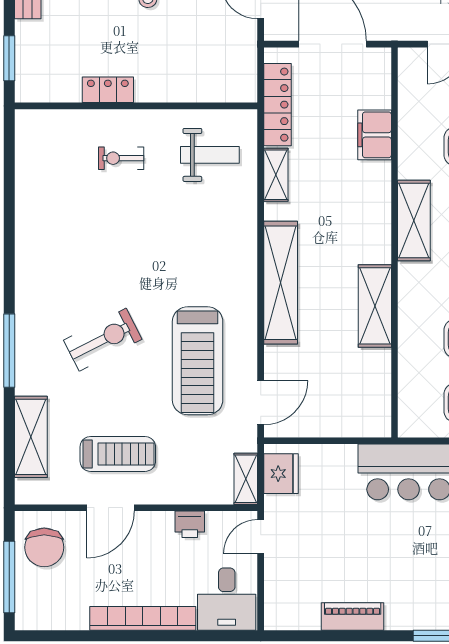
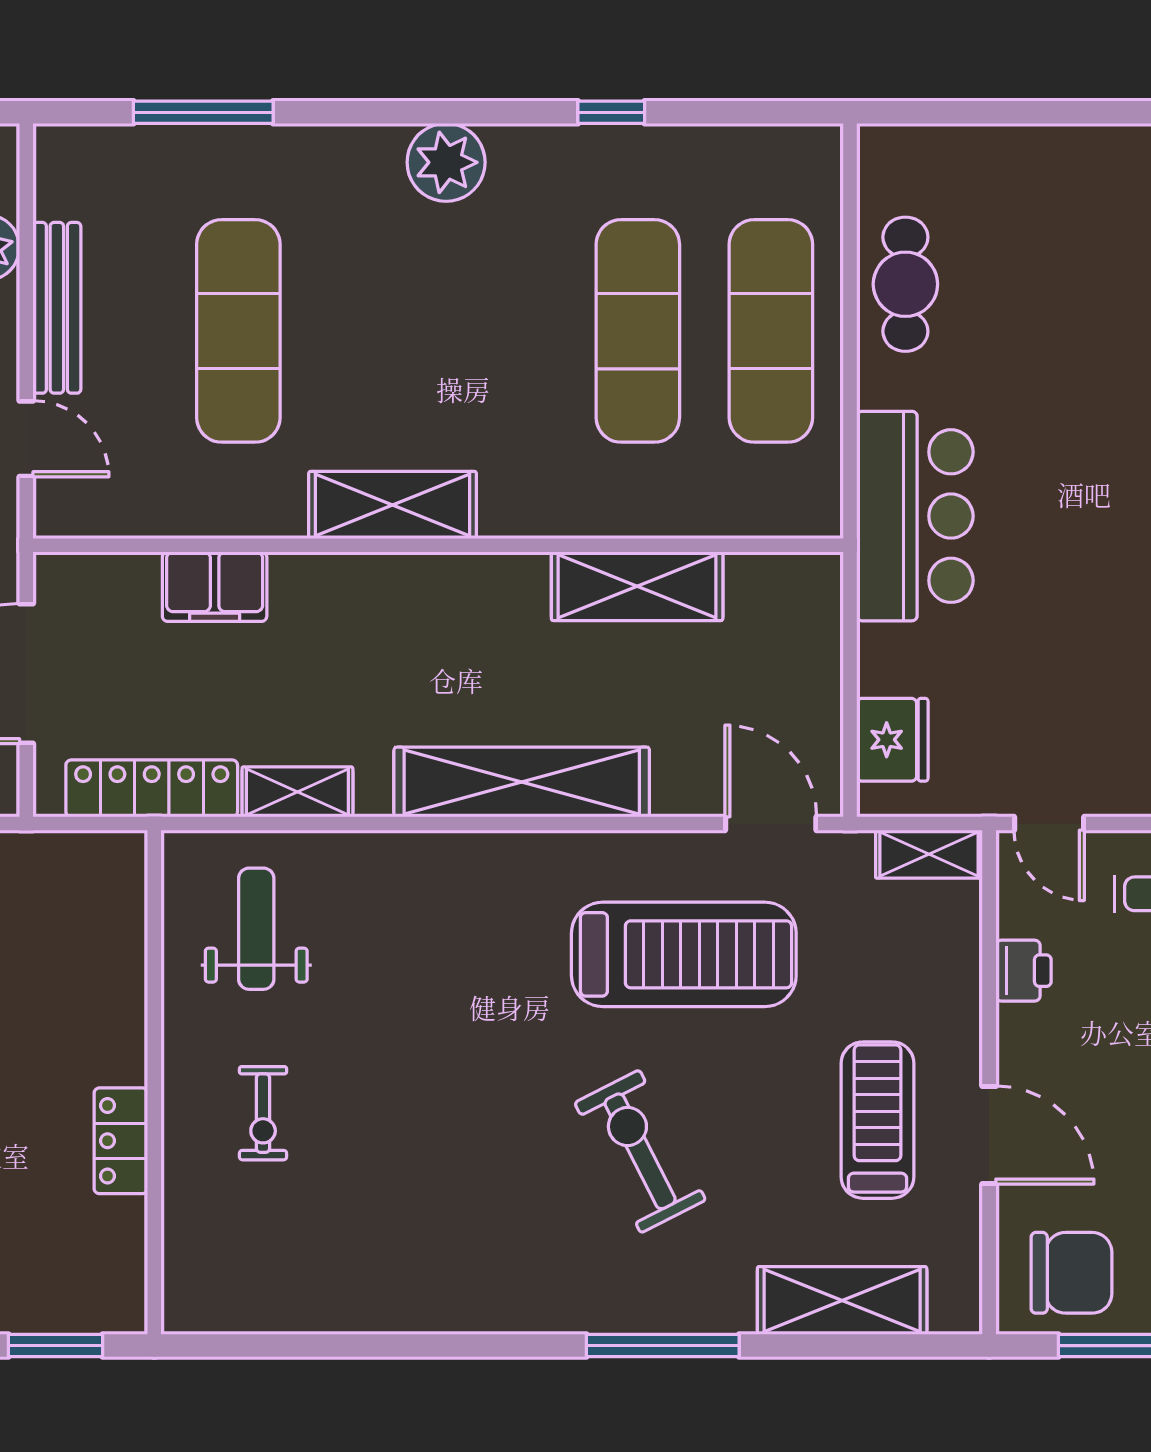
shelving: (375, 306) -> (637, 586), moved
fridge: (281, 474) -> (892, 740), moved, turned 90

